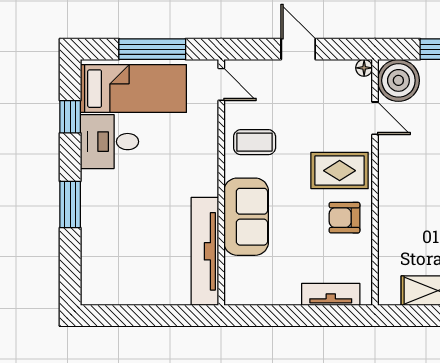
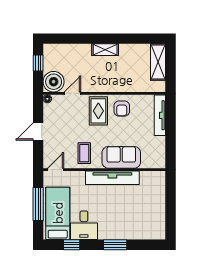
tv unit: (205, 251) -> (112, 178), moved
tv unit: (331, 294) -> (160, 115), width x1.41

